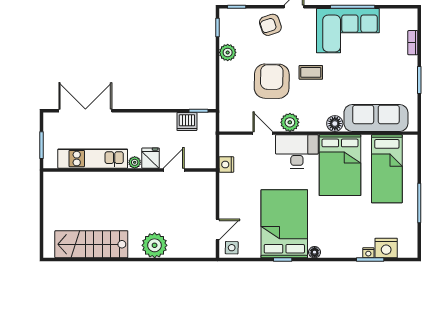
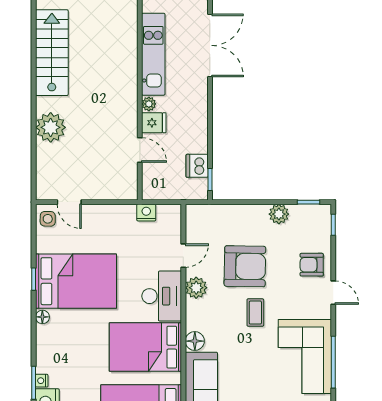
armchair: (270, 25) -> (312, 265), turned -71

